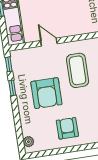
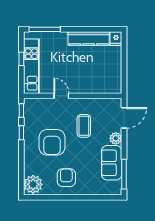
coffee table: (78, 70) -> (84, 126), width x0.73, depth x0.76
plant: (28, 142) -> (33, 184), width x1.88, depth x1.88

